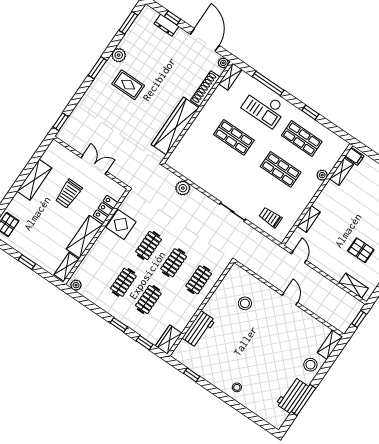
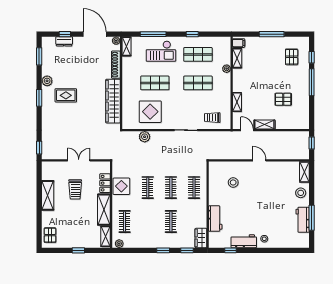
display table: (208, 165) -> (150, 112), added
clothes rail: (123, 282) -> (125, 222), moved
shelving: (354, 286) -> (264, 125), moved
workbench: (213, 375) -> (244, 241), added

